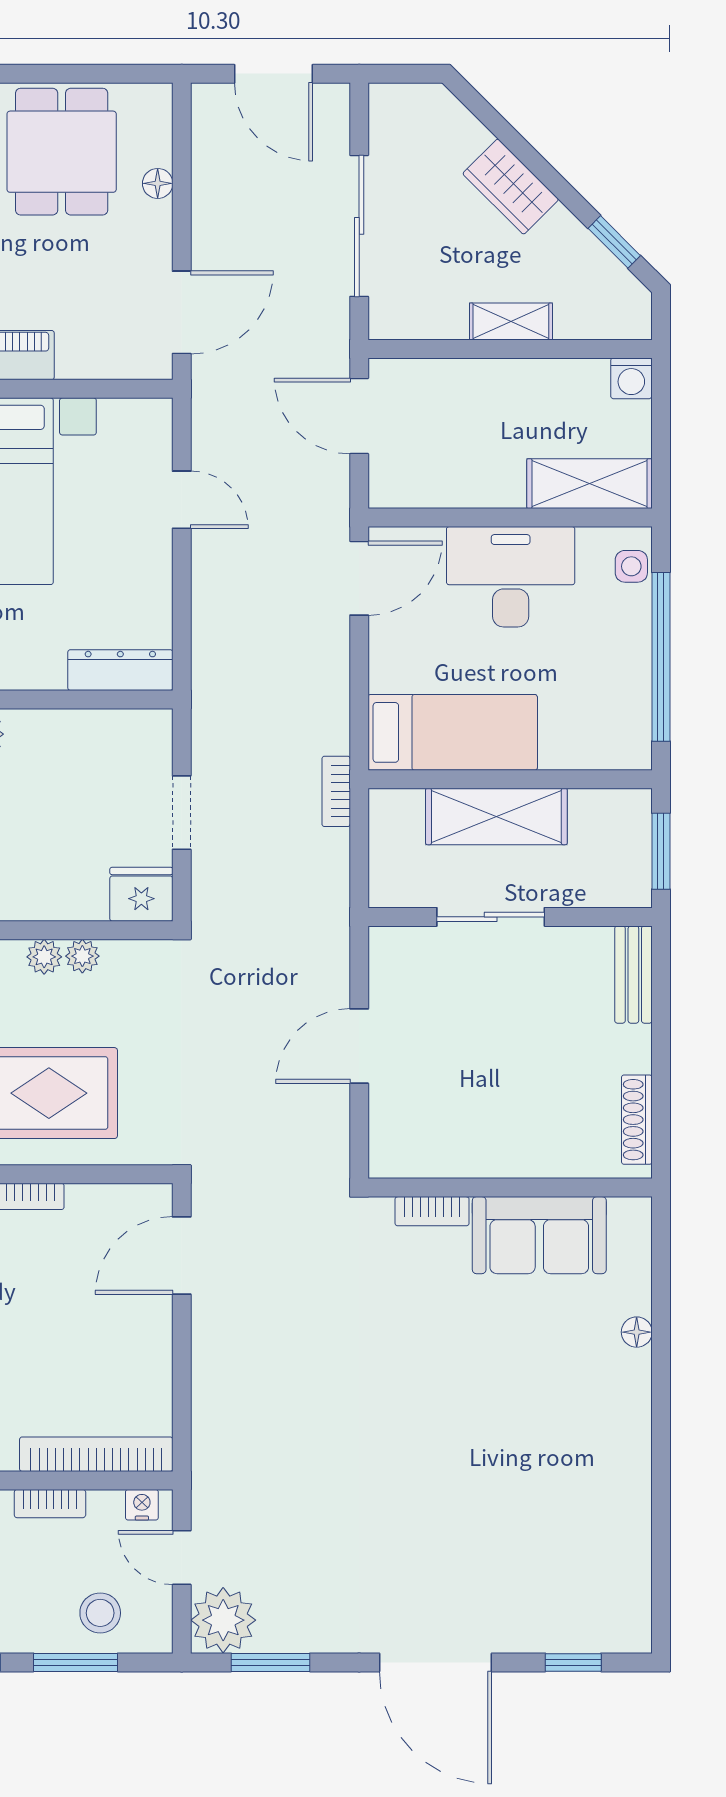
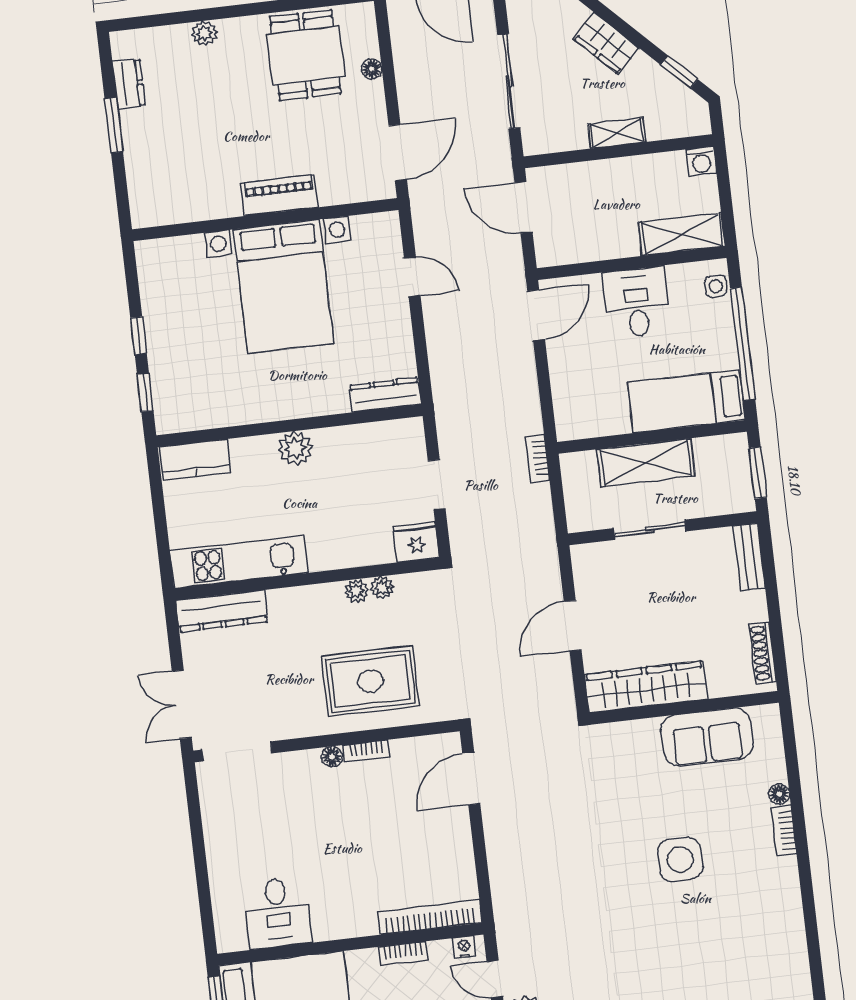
desk: (511, 577) -> (637, 302), width x0.73
bed: (453, 732) -> (686, 401), moved, turned 180
wardrobe: (457, 1150) -> (646, 687), added
bookcase: (432, 1211) -> (784, 831), moved, turned 90
side table: (478, 1412) -> (680, 859), added

